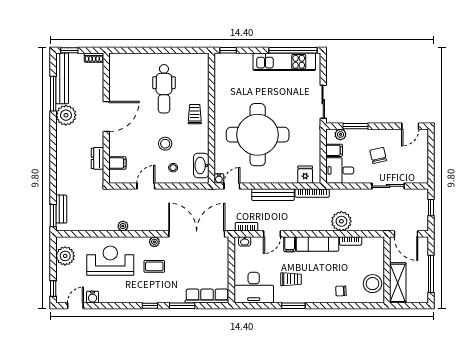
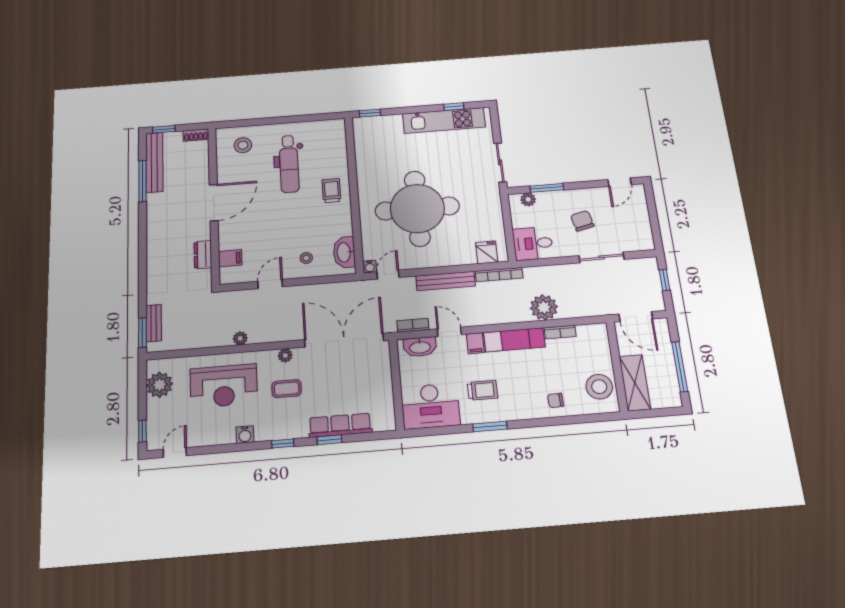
window: (293, 50) -> (454, 107), width x0.32
plant: (66, 115) -> (160, 205), removed
stool: (165, 144) -> (243, 145), moved
filing cabinet: (334, 150) -> (522, 219), removed
door: (272, 234) -> (449, 332), swing flipped
washbasin: (245, 241) -> (420, 347), width x1.91, depth x1.45
reception desk: (110, 261) -> (224, 386), turned 180
row of seats: (207, 296) -> (340, 425), moved
water cooler: (93, 297) -> (245, 435), moved
window: (182, 306) -> (329, 440), width x0.67

